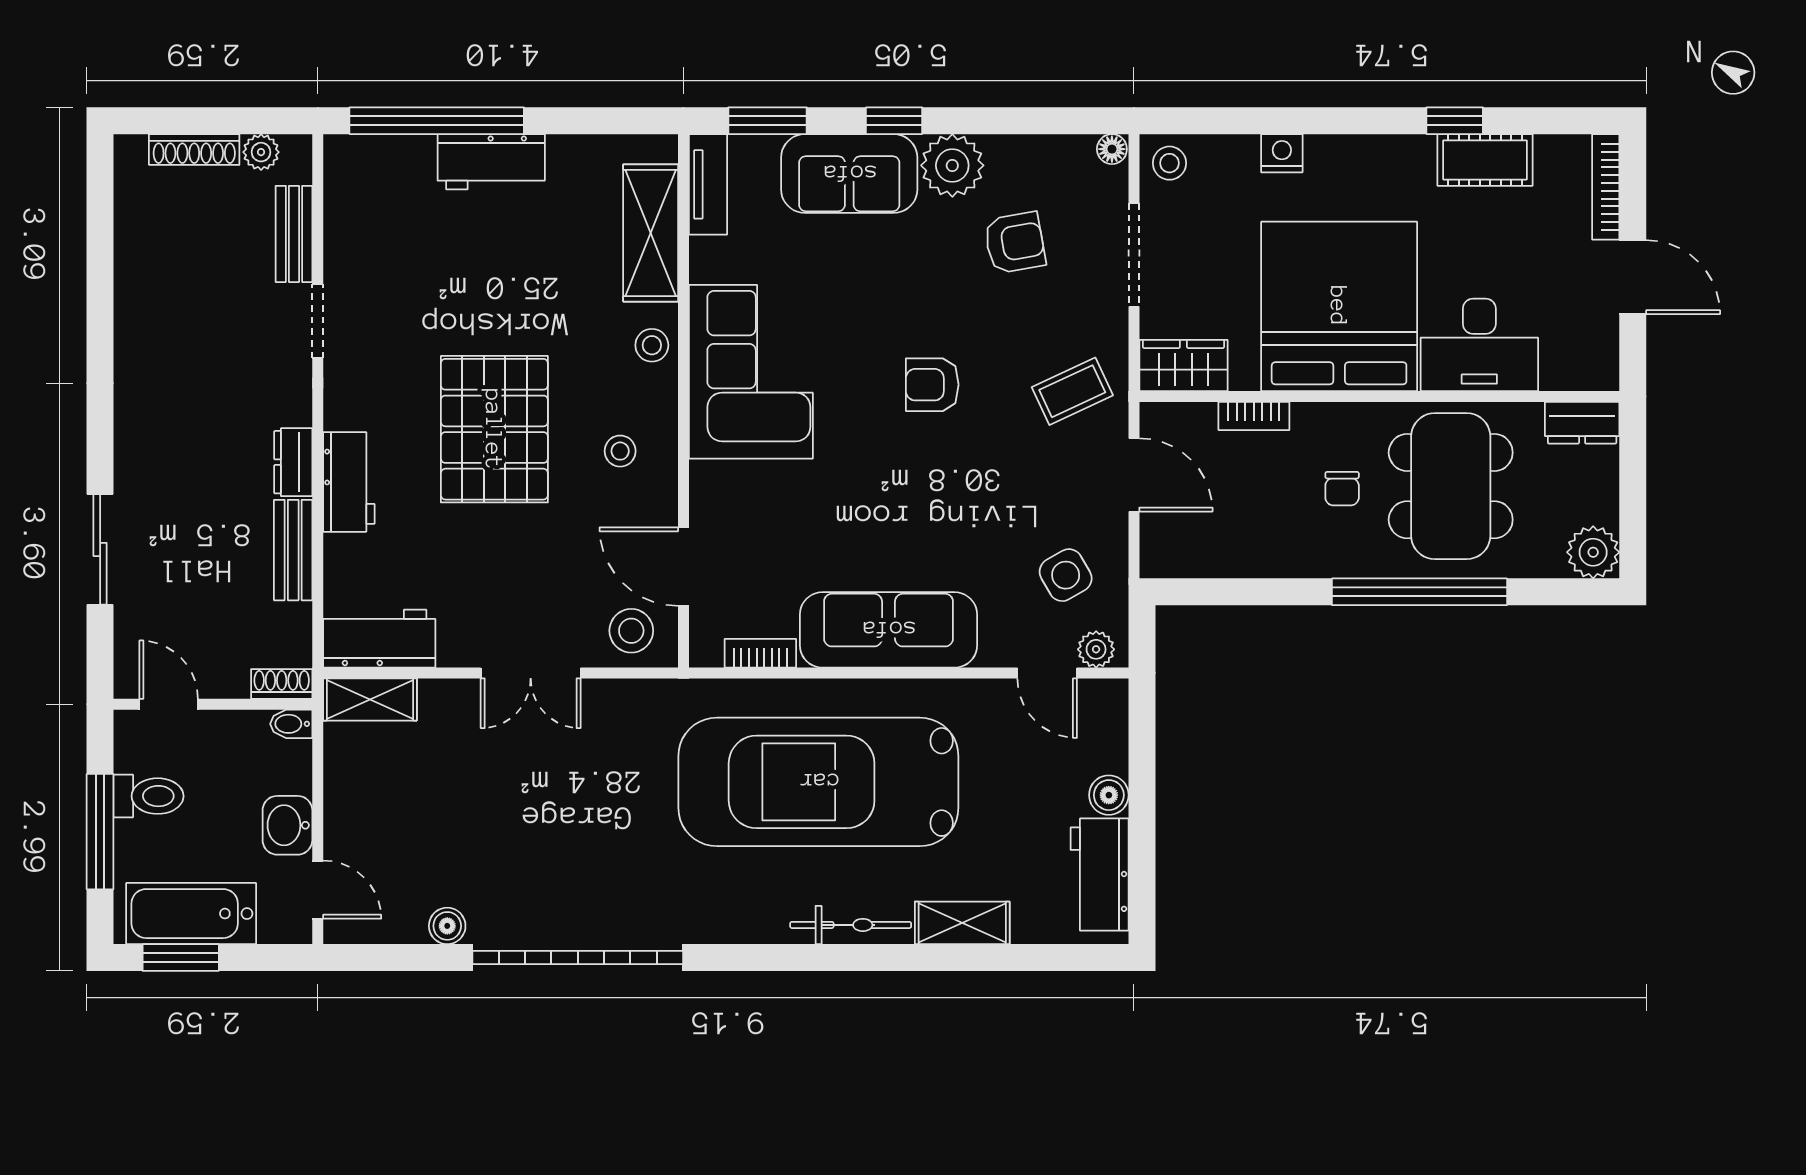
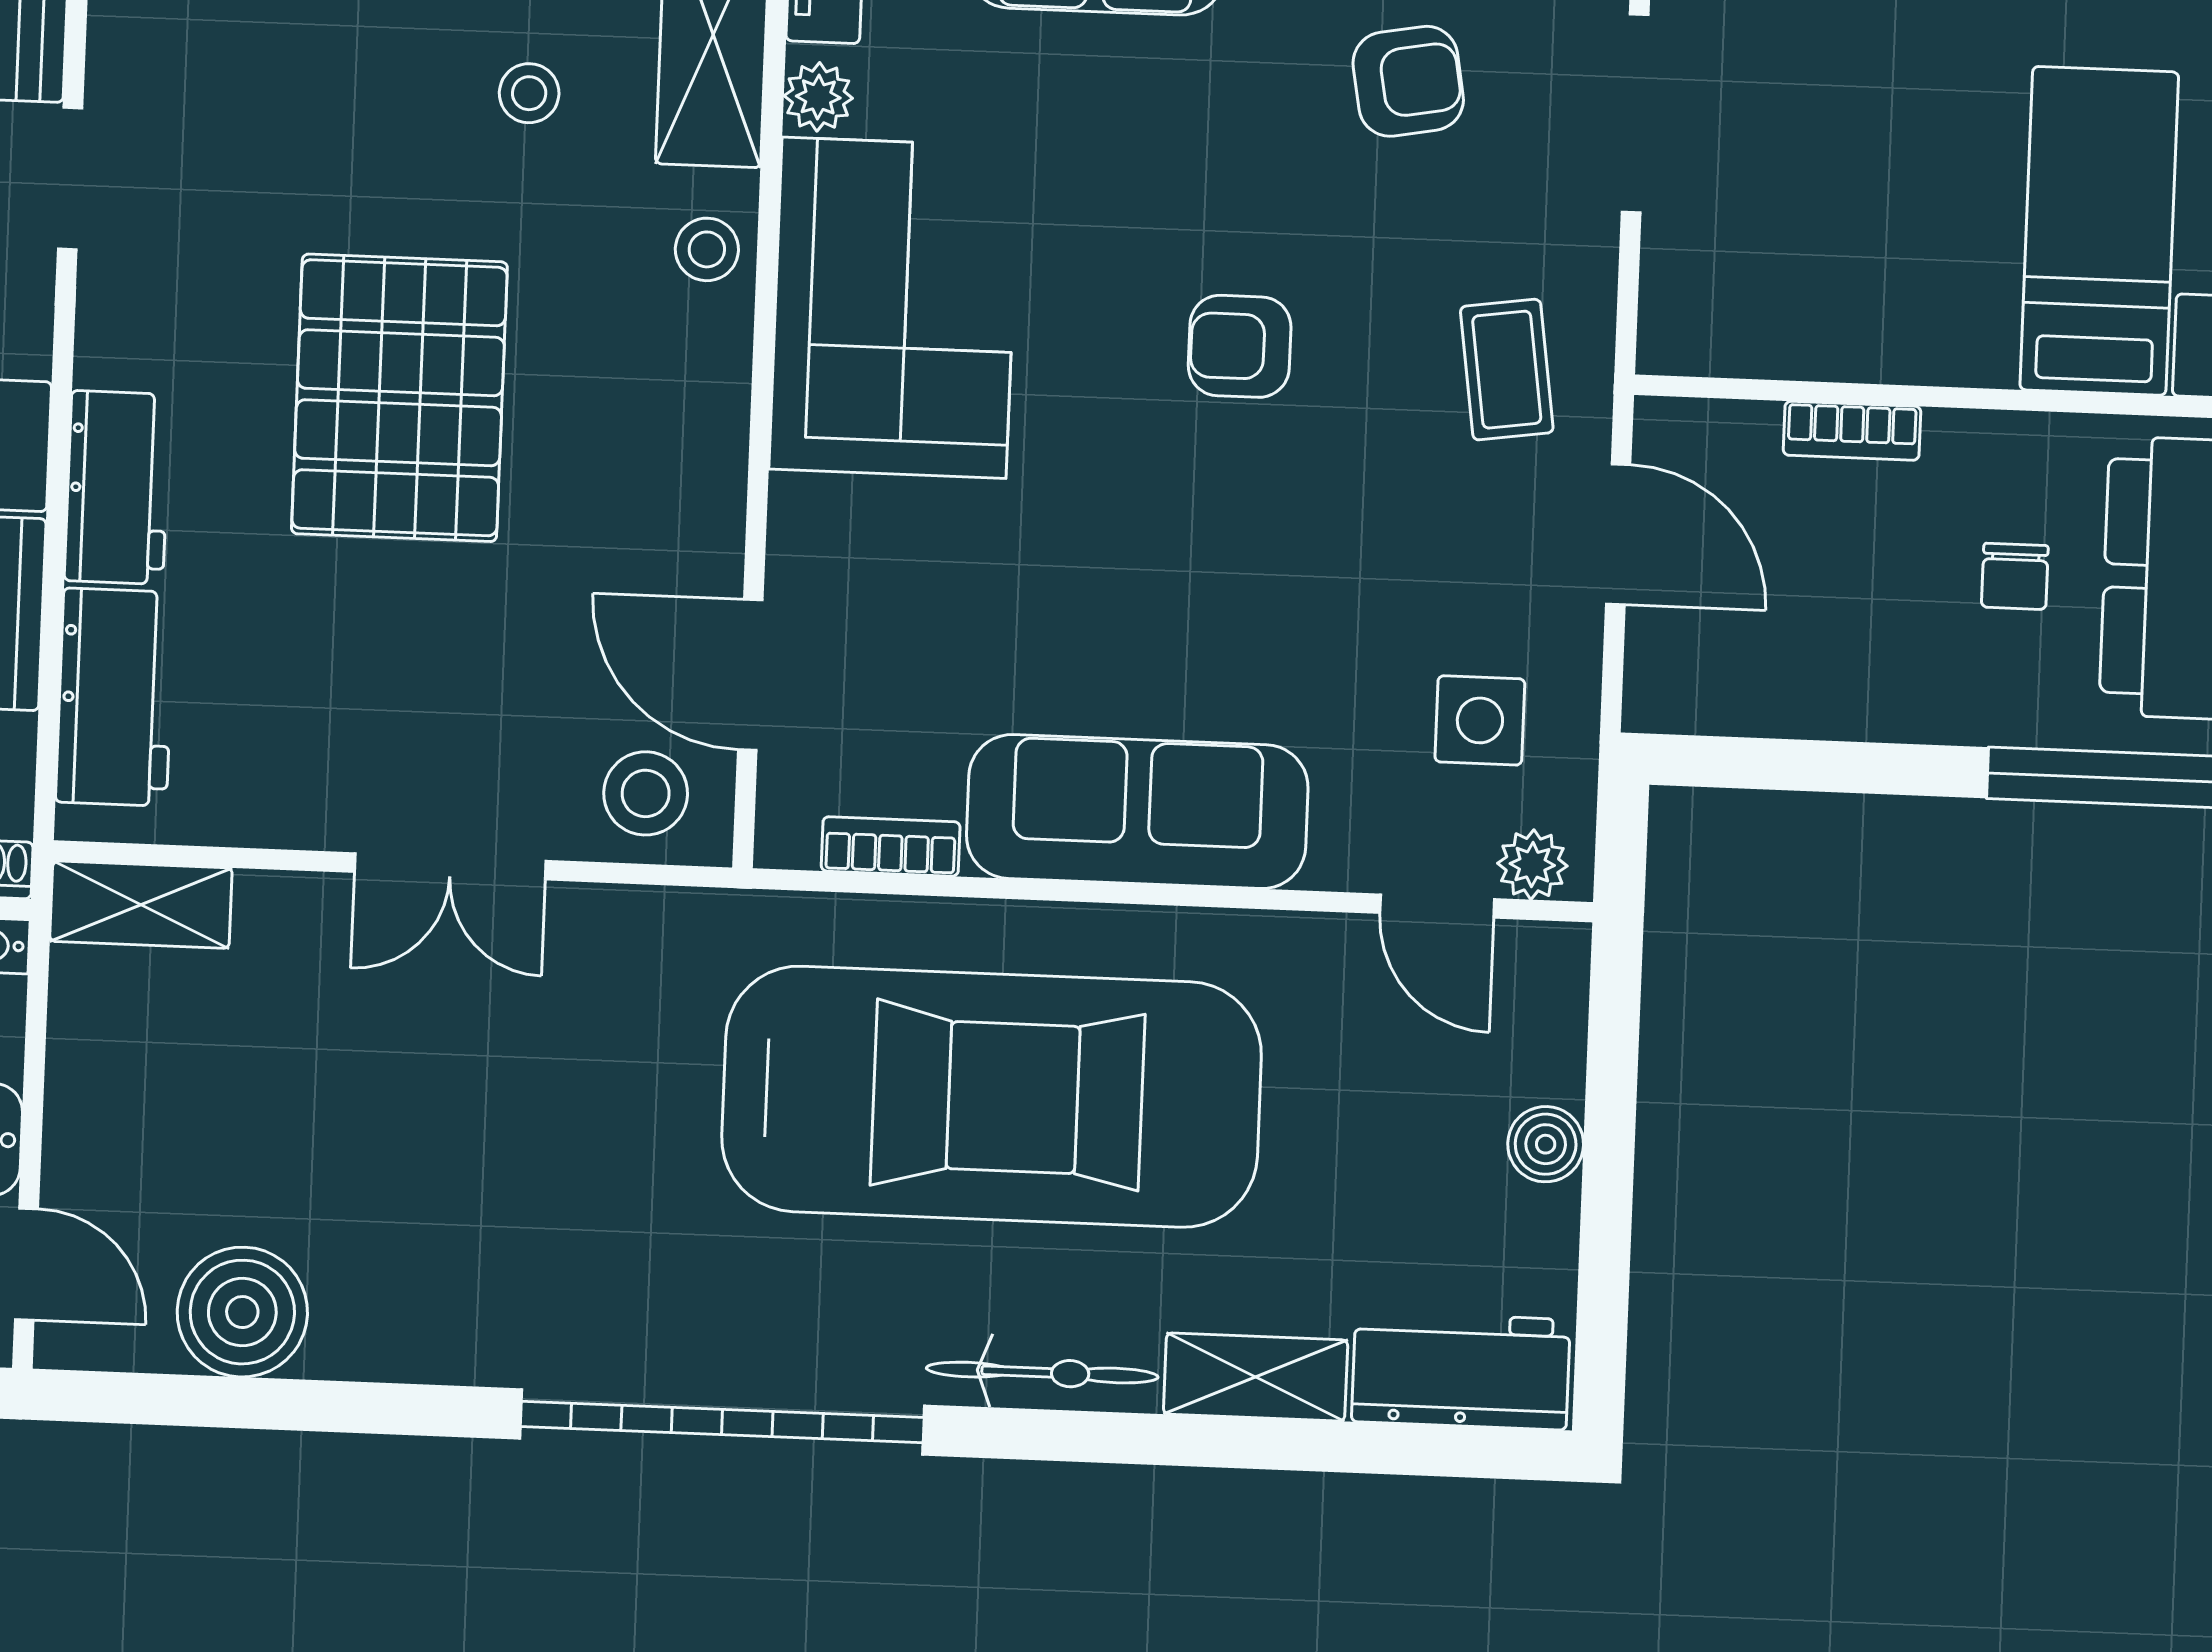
plant: (707, 263) -> (818, 97), added
bed: (1339, 306) -> (2099, 231), width x0.49
wardrobe: (1183, 365) -> (1721, 329), removed
coffee table: (1072, 391) -> (1507, 370), turned -73
stool: (620, 451) -> (529, 93), moved
side table: (1066, 575) -> (1480, 720), turned 30
workbench: (379, 639) -> (115, 697), moved, turned 90
car: (818, 782) -> (992, 1097), turned 180
workbench: (1100, 875) -> (1461, 1371), moved, turned 90
boiler: (447, 926) -> (242, 1312), width x1.86, depth x1.86
garage door: (578, 958) -> (722, 1422), moved

